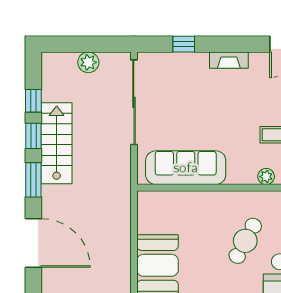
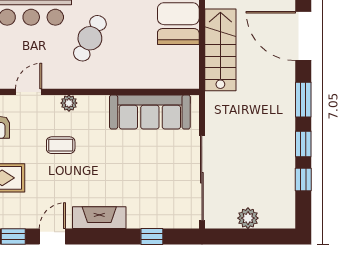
fireplace: (229, 60) -> (99, 218), width x1.37, depth x1.32
stairs: (57, 143) -> (220, 50), moved, turned 180

